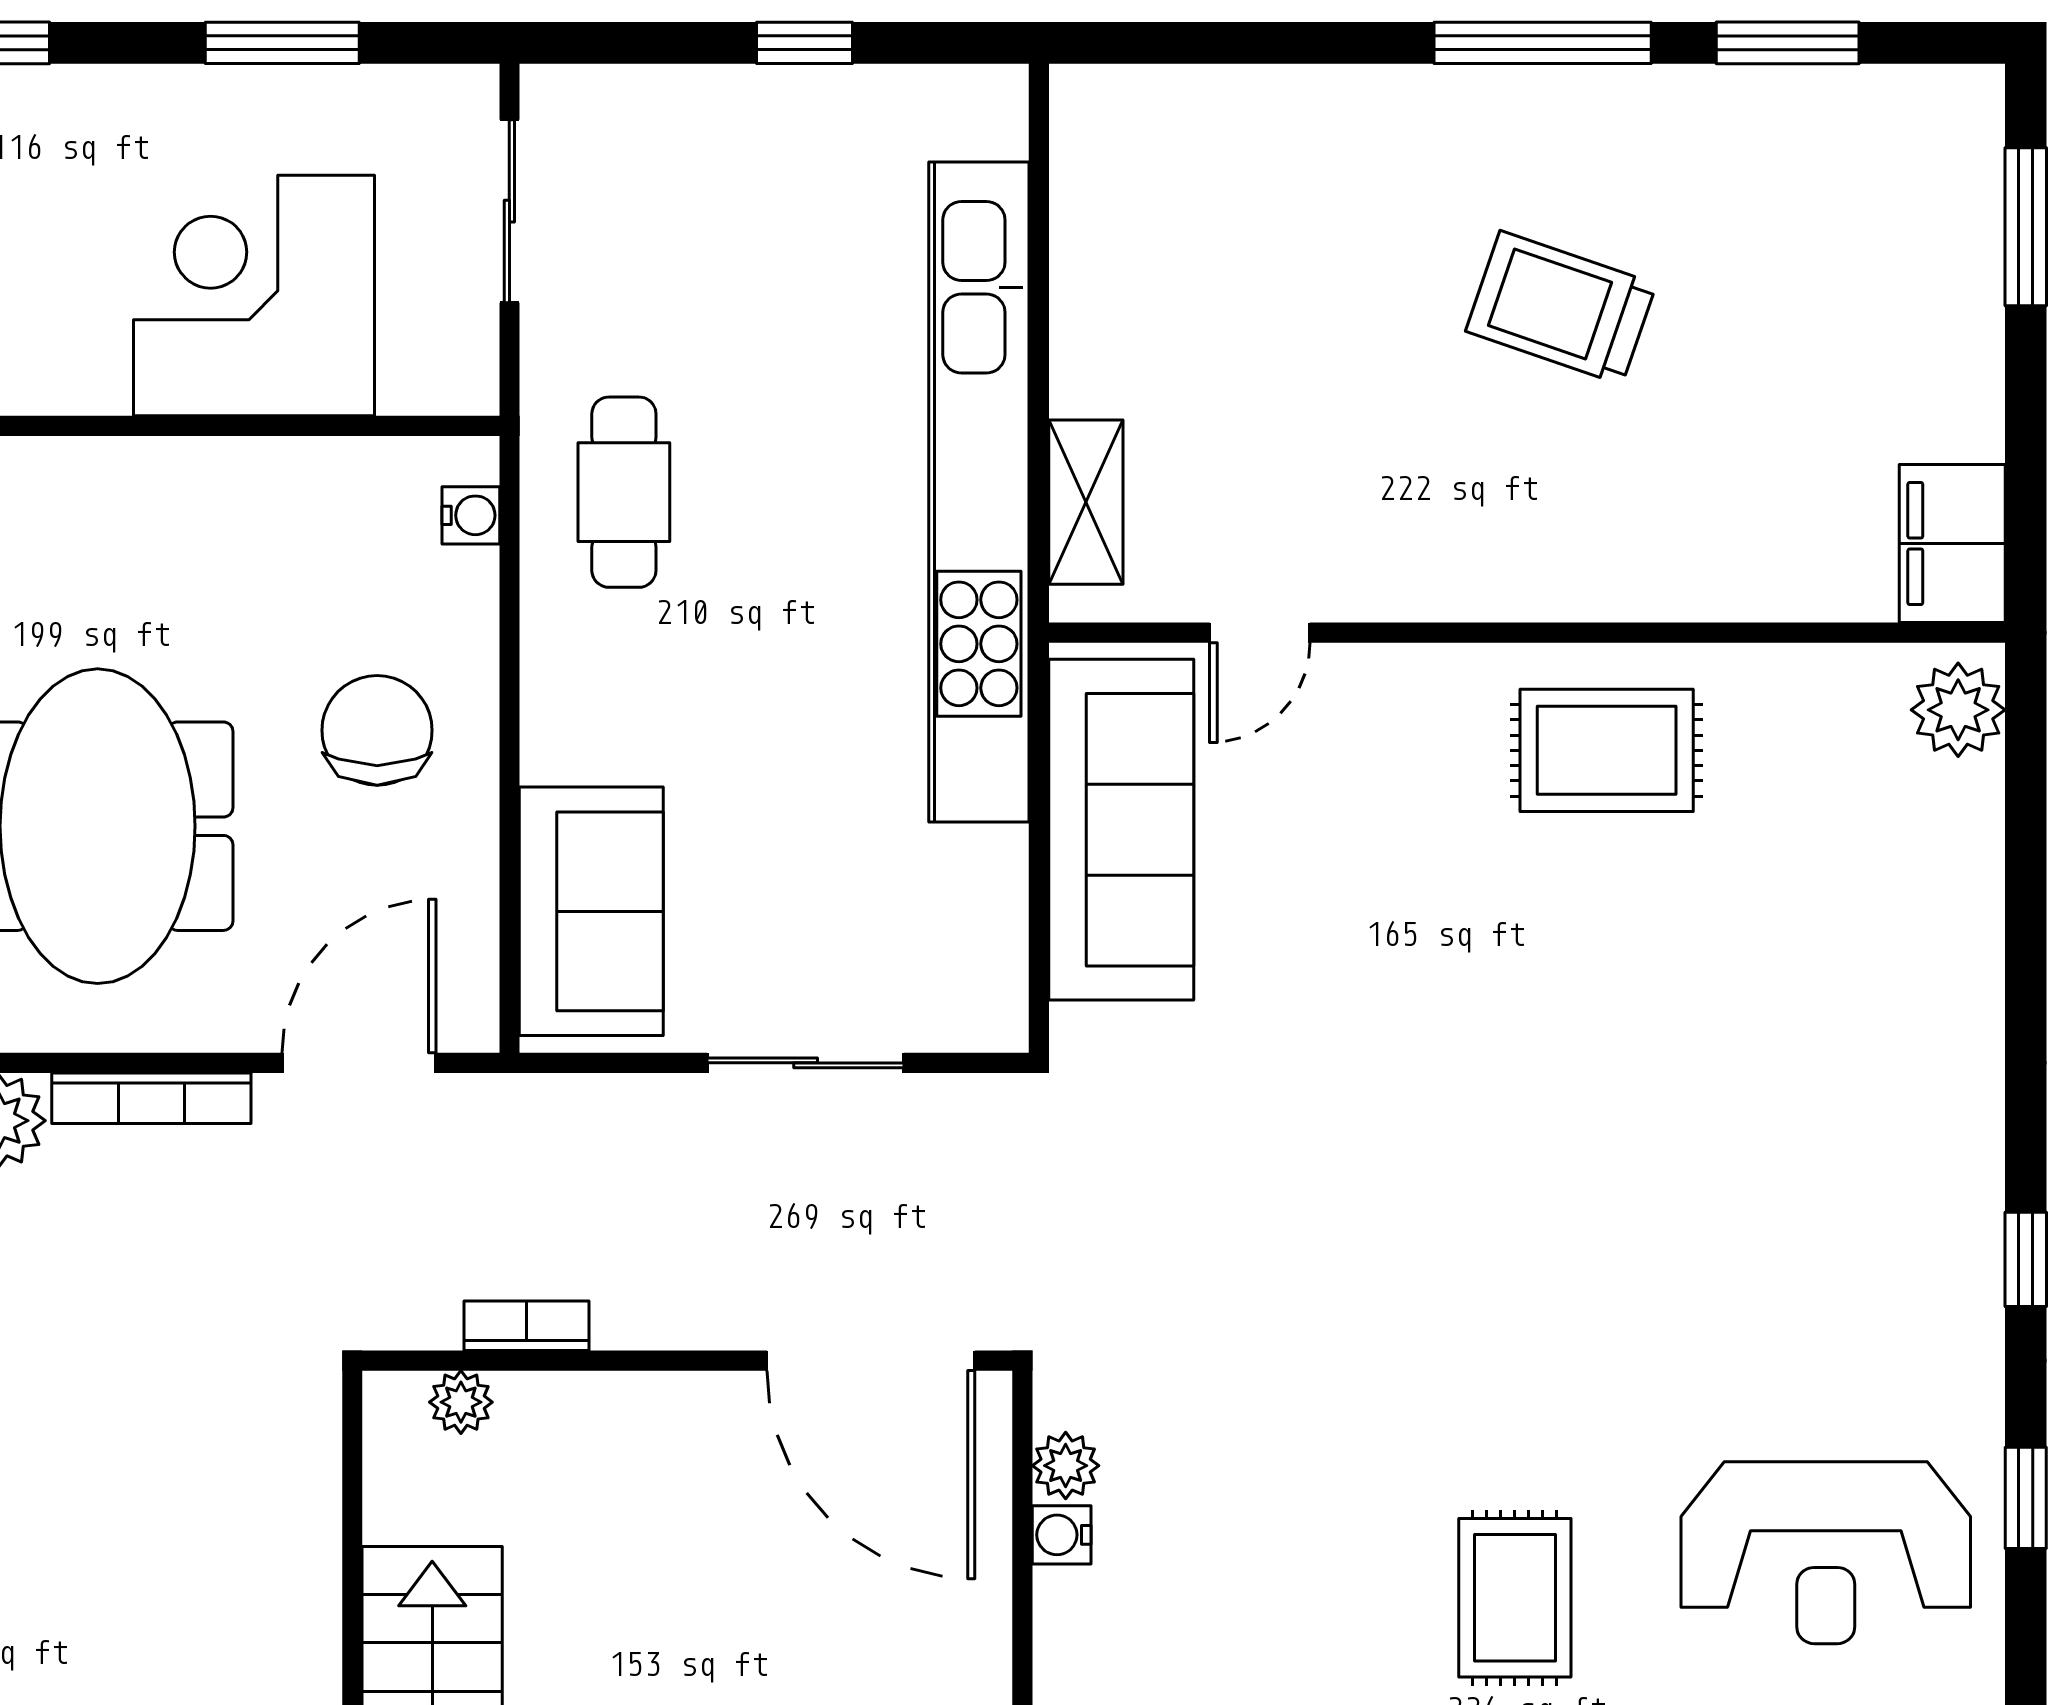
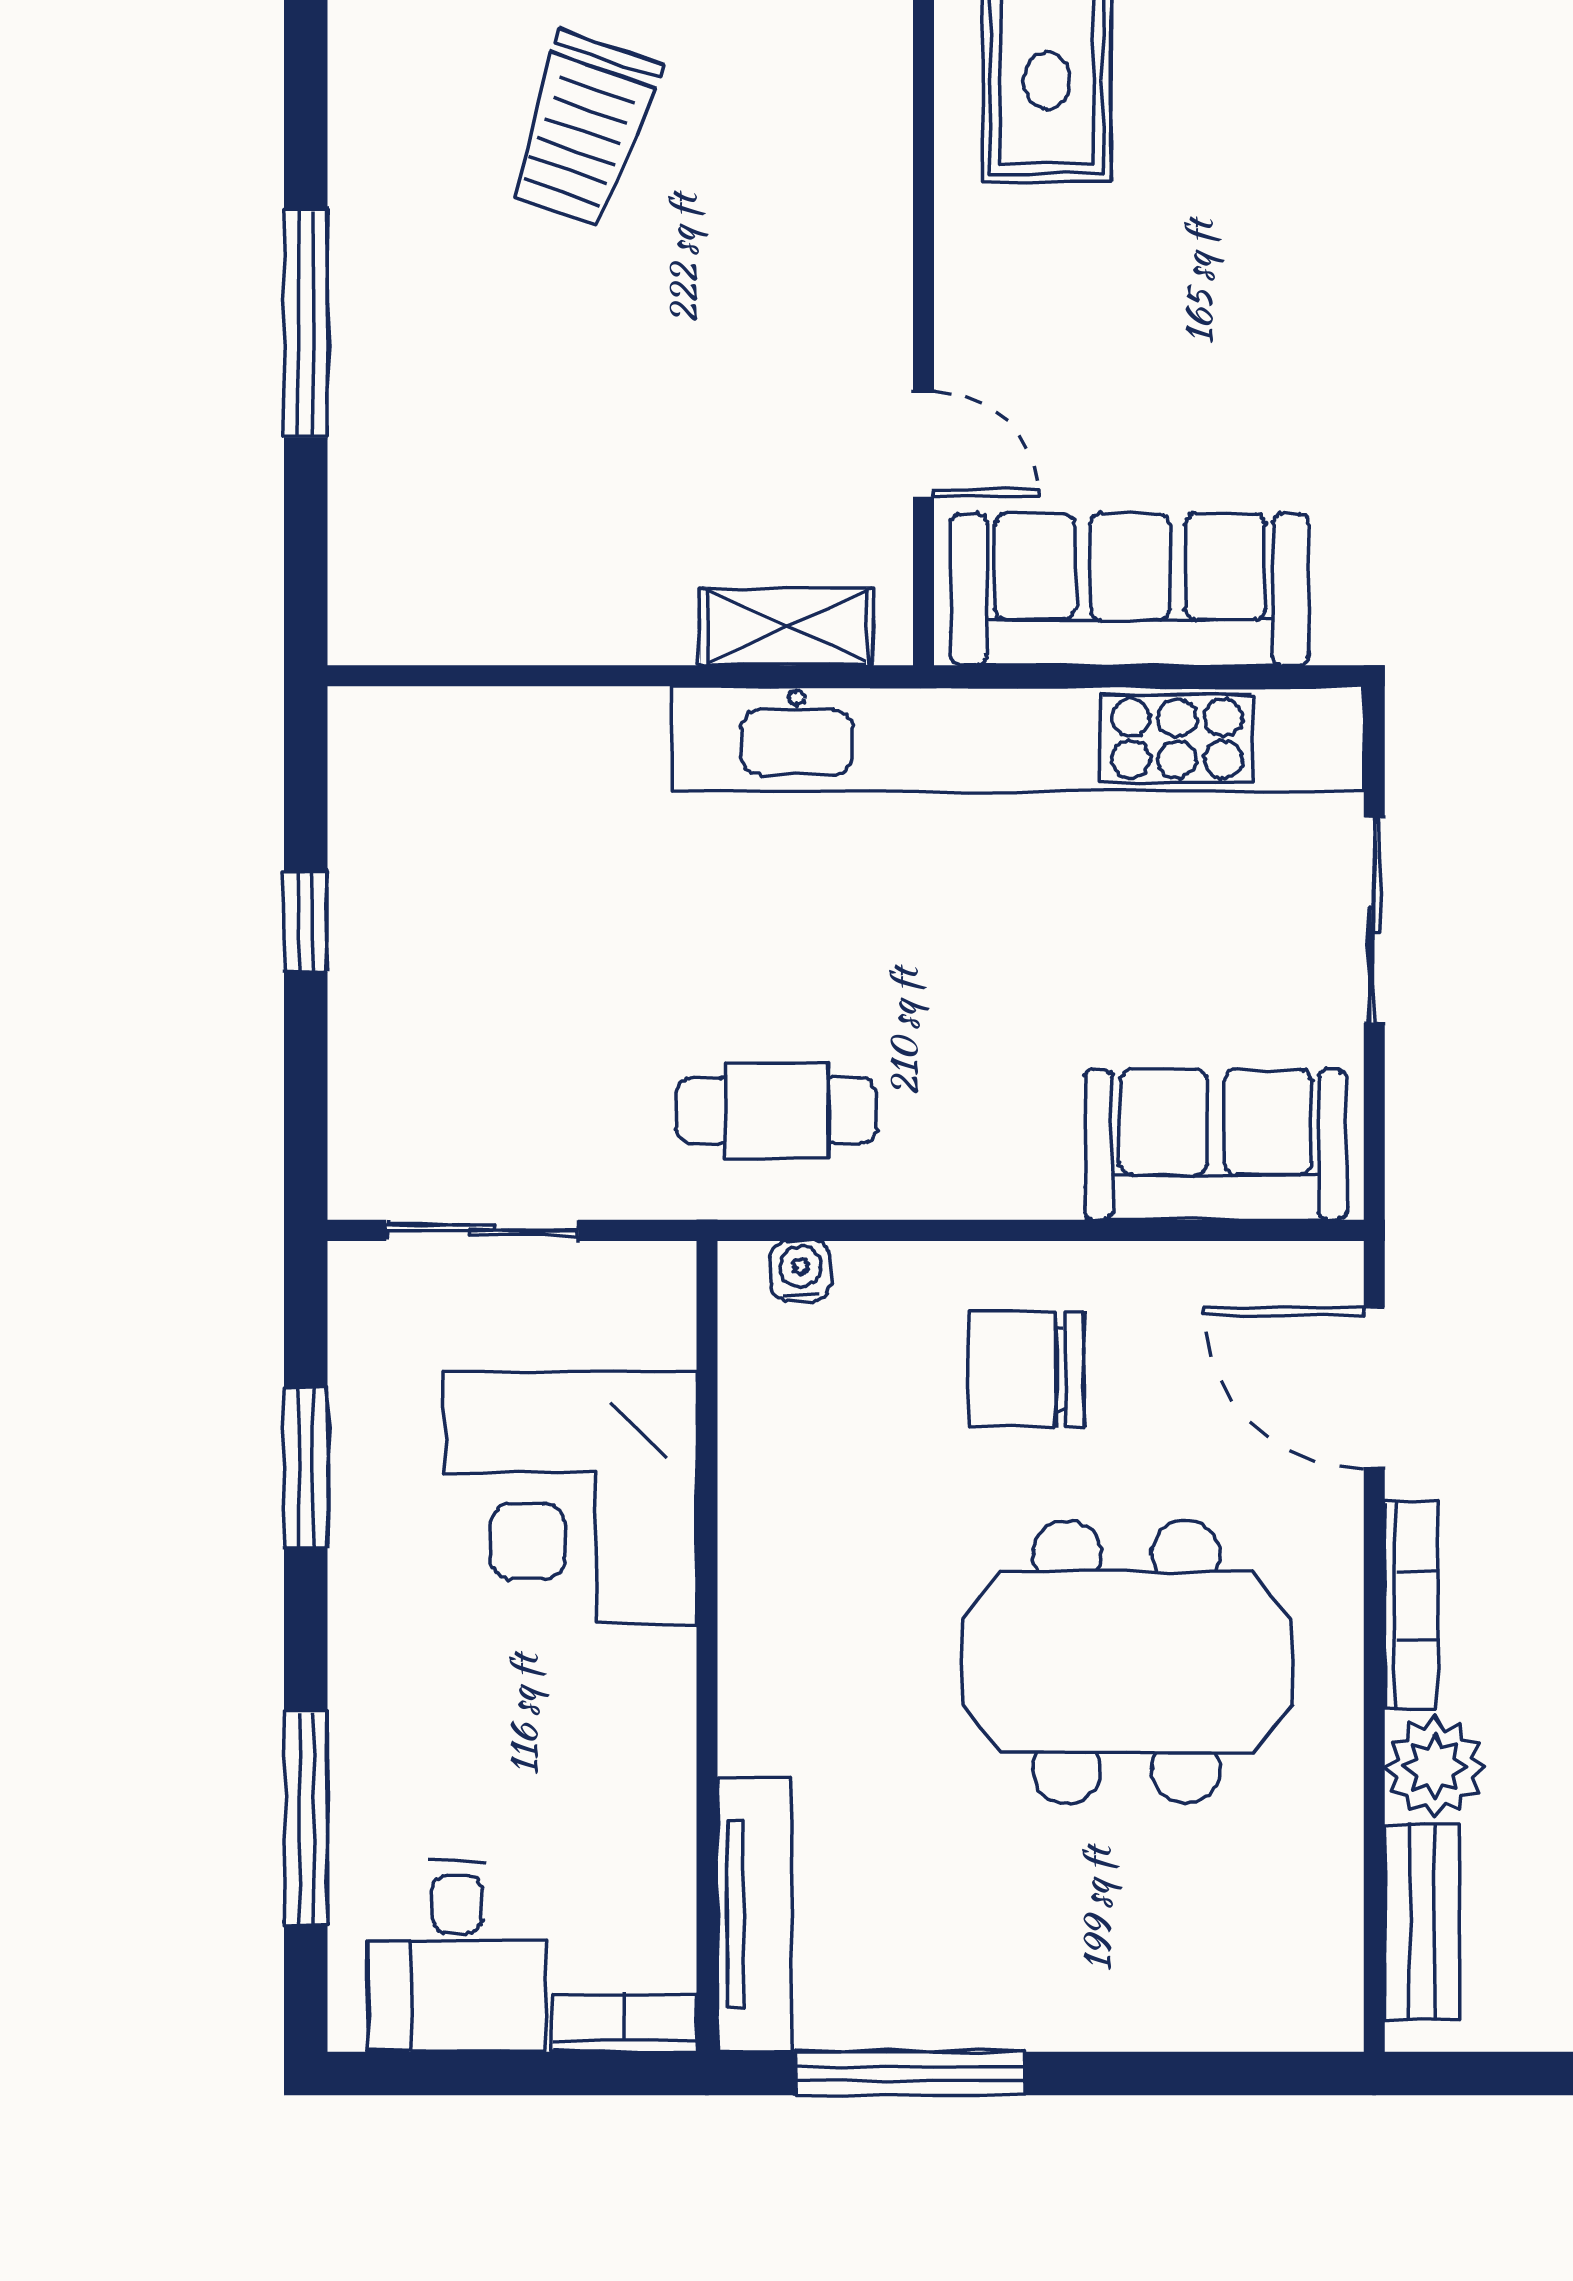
window: (1543, 43) -> (306, 323), moved
kitchen unit: (979, 492) -> (1018, 739), moved

